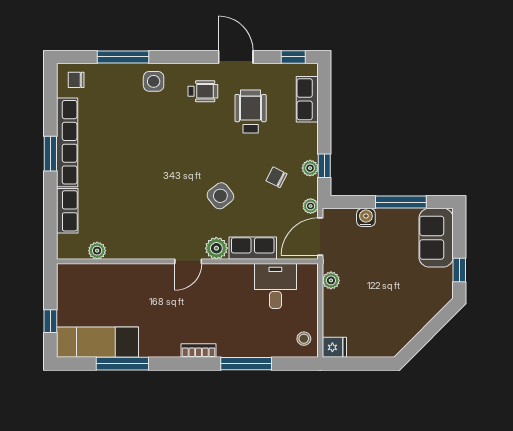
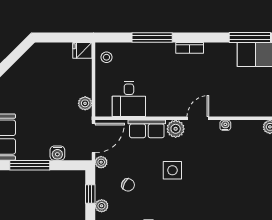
plant: (310, 168) -> (102, 206), moved
side table: (220, 196) -> (172, 170), turned 38
water cooler: (154, 253) -> (225, 125), added

